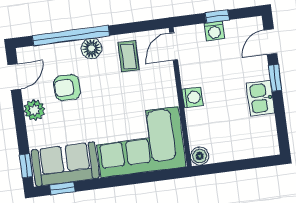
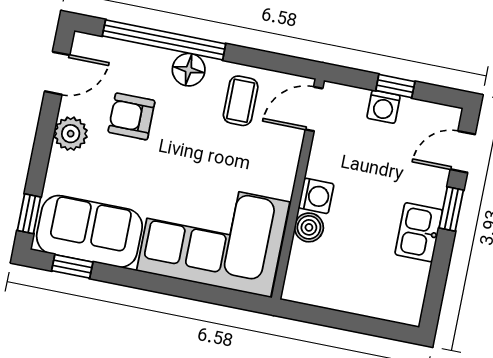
boiler: (200, 156) -> (309, 227), moved

